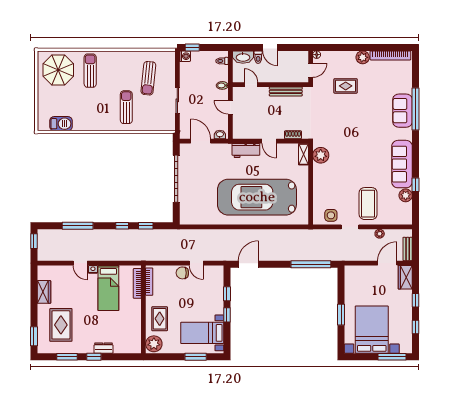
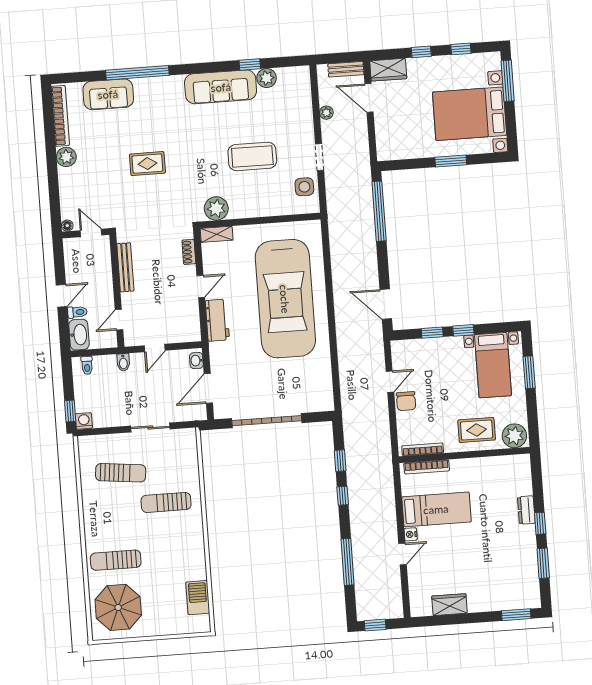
rug: (346, 86) -> (147, 164), moved, turned 90
sofa: (402, 111) -> (108, 94), moved
coffee table: (368, 204) -> (252, 156), moved
rug: (61, 325) -> (497, 576), removed

